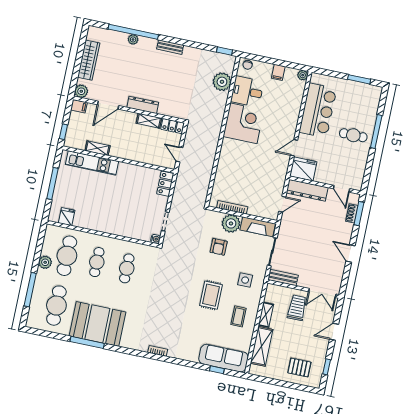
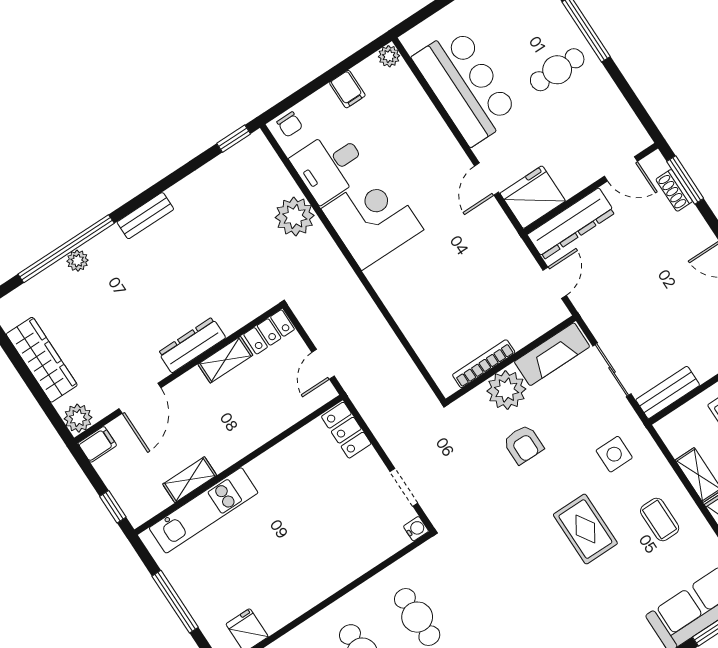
plant: (222, 82) -> (295, 217), moved
door: (179, 154) -> (323, 364), hinge flipped

